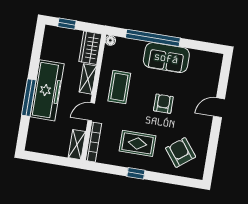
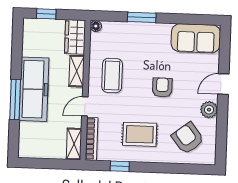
window: (153, 38) -> (142, 17), width x0.47
sofa: (166, 58) -> (196, 38), moved
plant: (203, 129) -> (209, 110), added
window: (136, 173) -> (120, 166), moved

